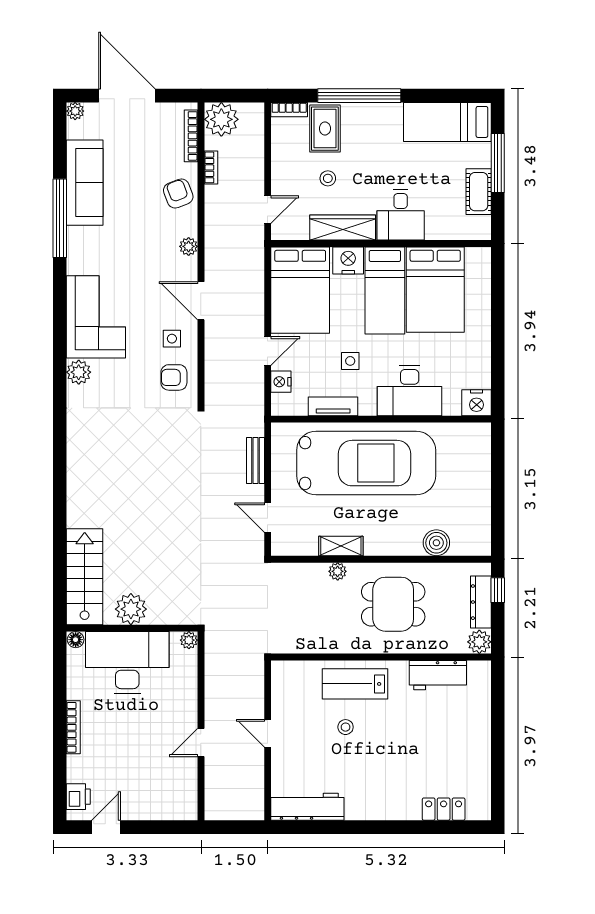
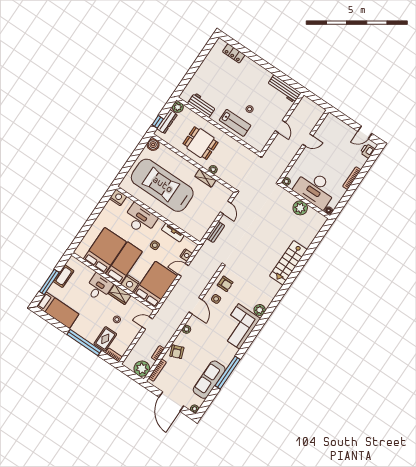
wardrobe: (343, 227) -> (120, 295), width x0.67
car: (366, 463) -> (162, 185), moved
boiler: (436, 543) -> (153, 145), moved
stairs: (85, 577) -> (288, 263), moved

